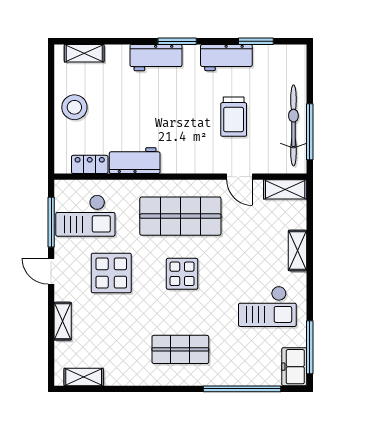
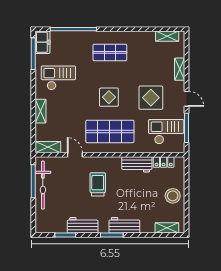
trolley: (234, 117) -> (98, 184), moved

